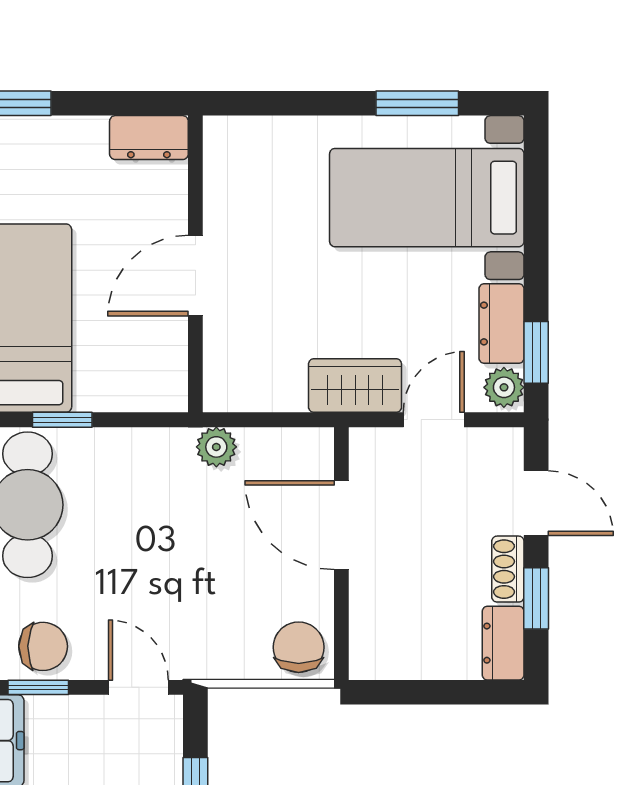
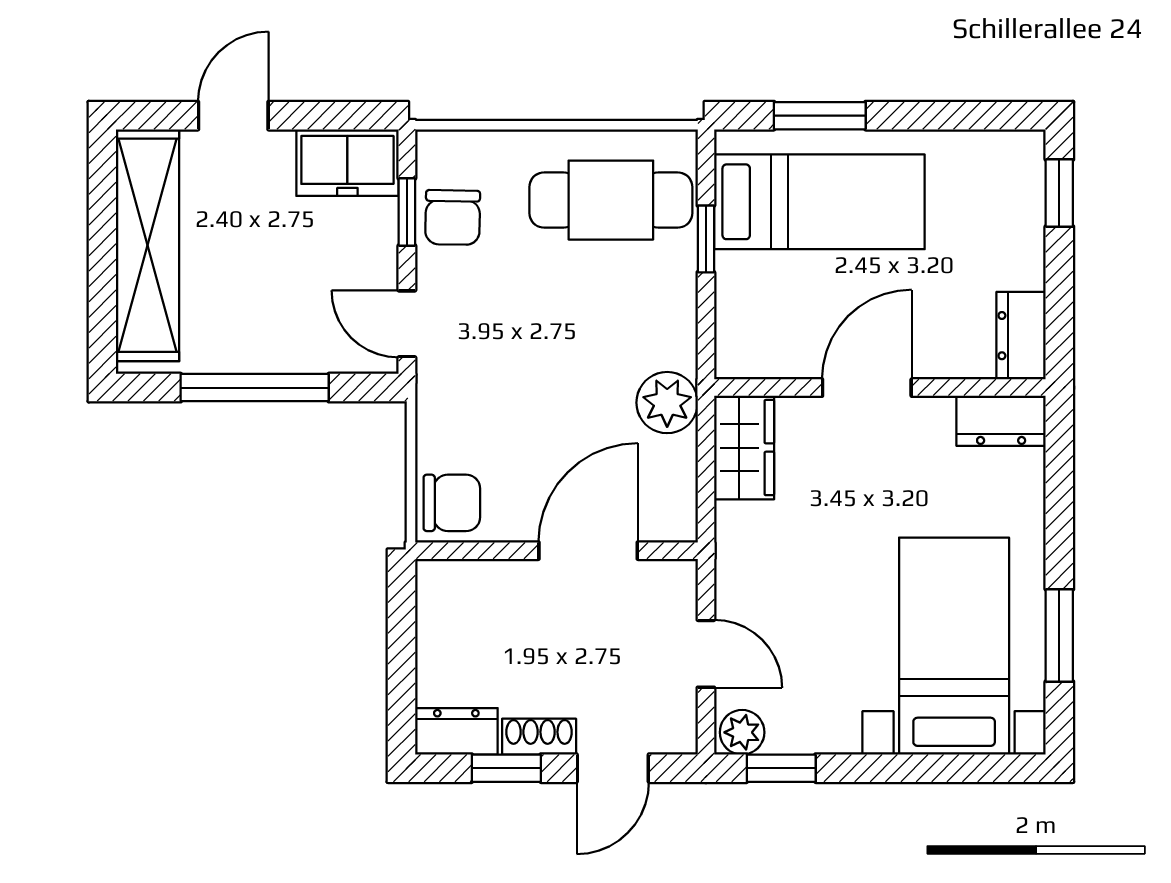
door: (195, 276) -> (867, 388), hinge flipped
dresser: (501, 324) -> (1001, 421), moved, turned 180
wardrobe: (355, 386) -> (744, 448), moved
plant: (216, 447) -> (667, 403), width x1.38, depth x1.38
door: (138, 687) -> (407, 324), swing flipped

